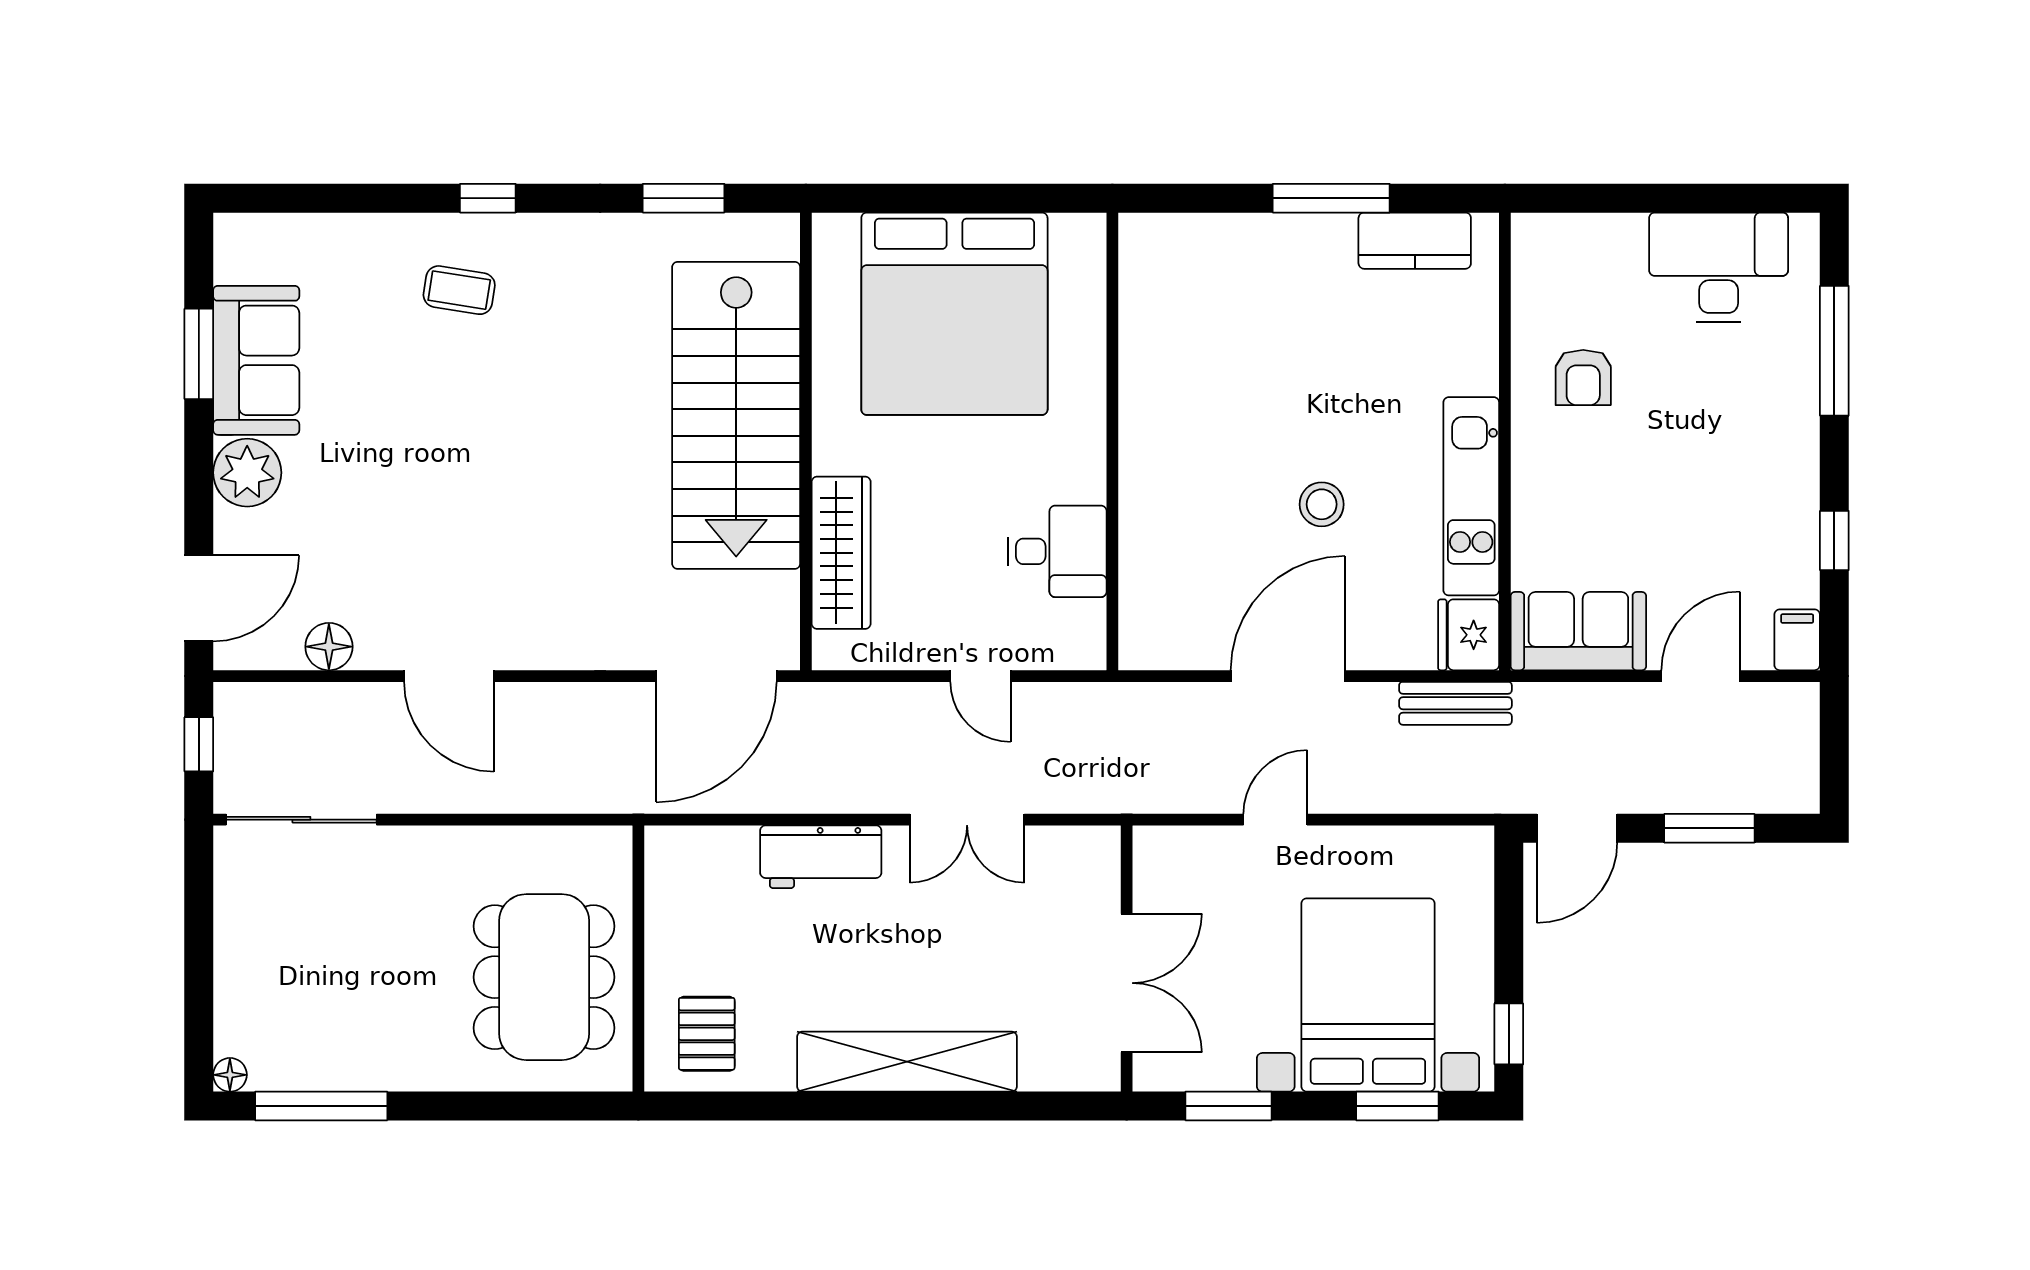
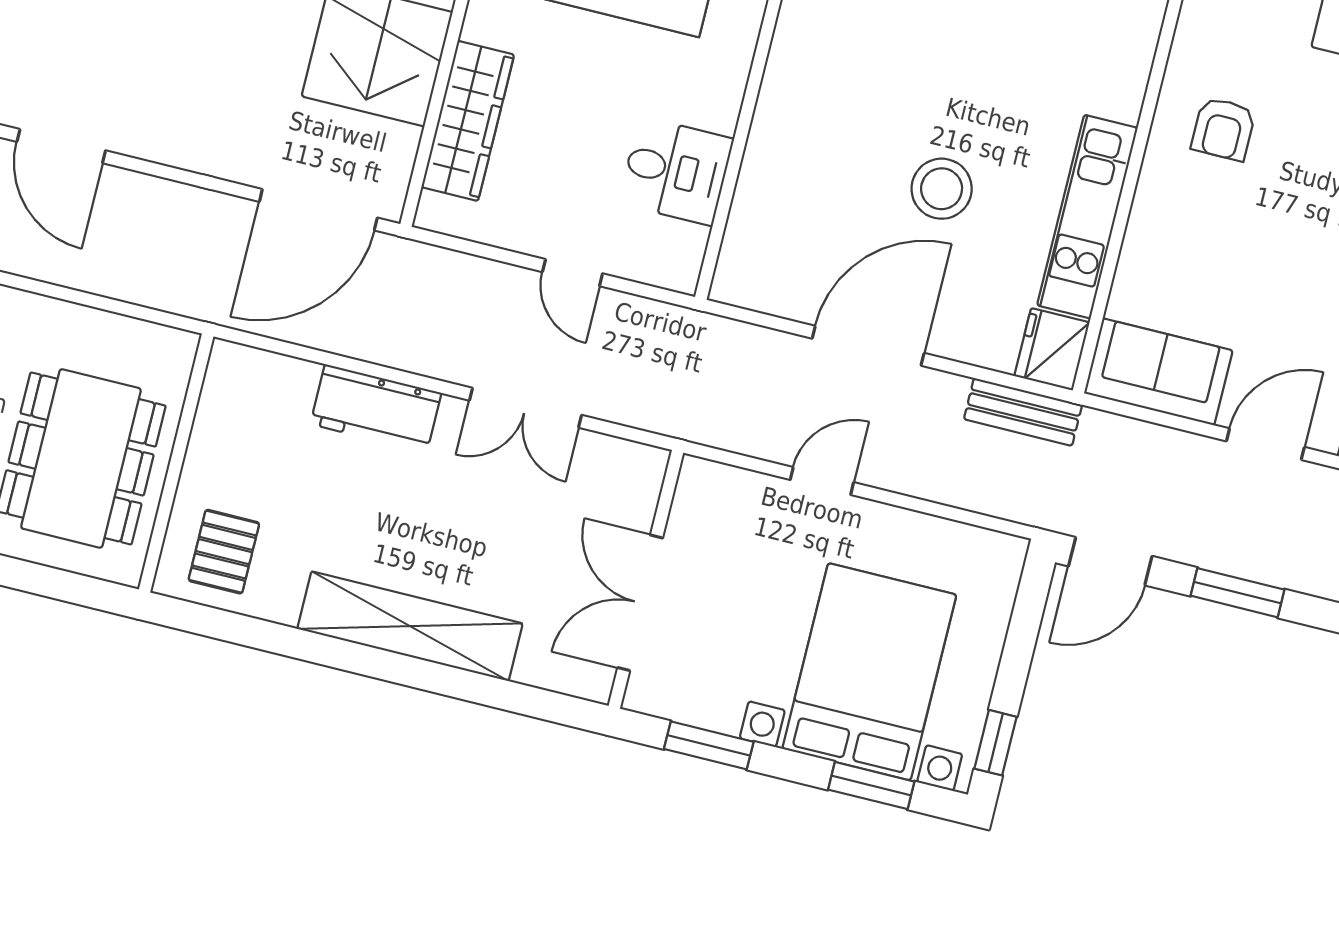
stool: (1322, 504) -> (942, 189), width x1.38, depth x1.38
double door: (1127, 983) -> (640, 603), swing flipped

